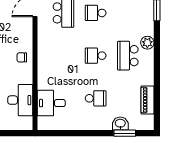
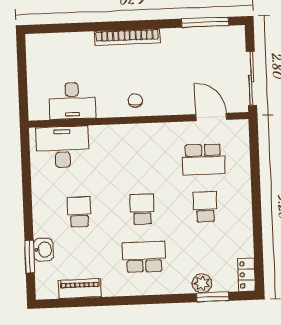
plant: (147, 43) -> (202, 283), moved
school desk: (96, 98) -> (79, 212), turned 180
desk: (51, 103) -> (62, 147), width x1.37

